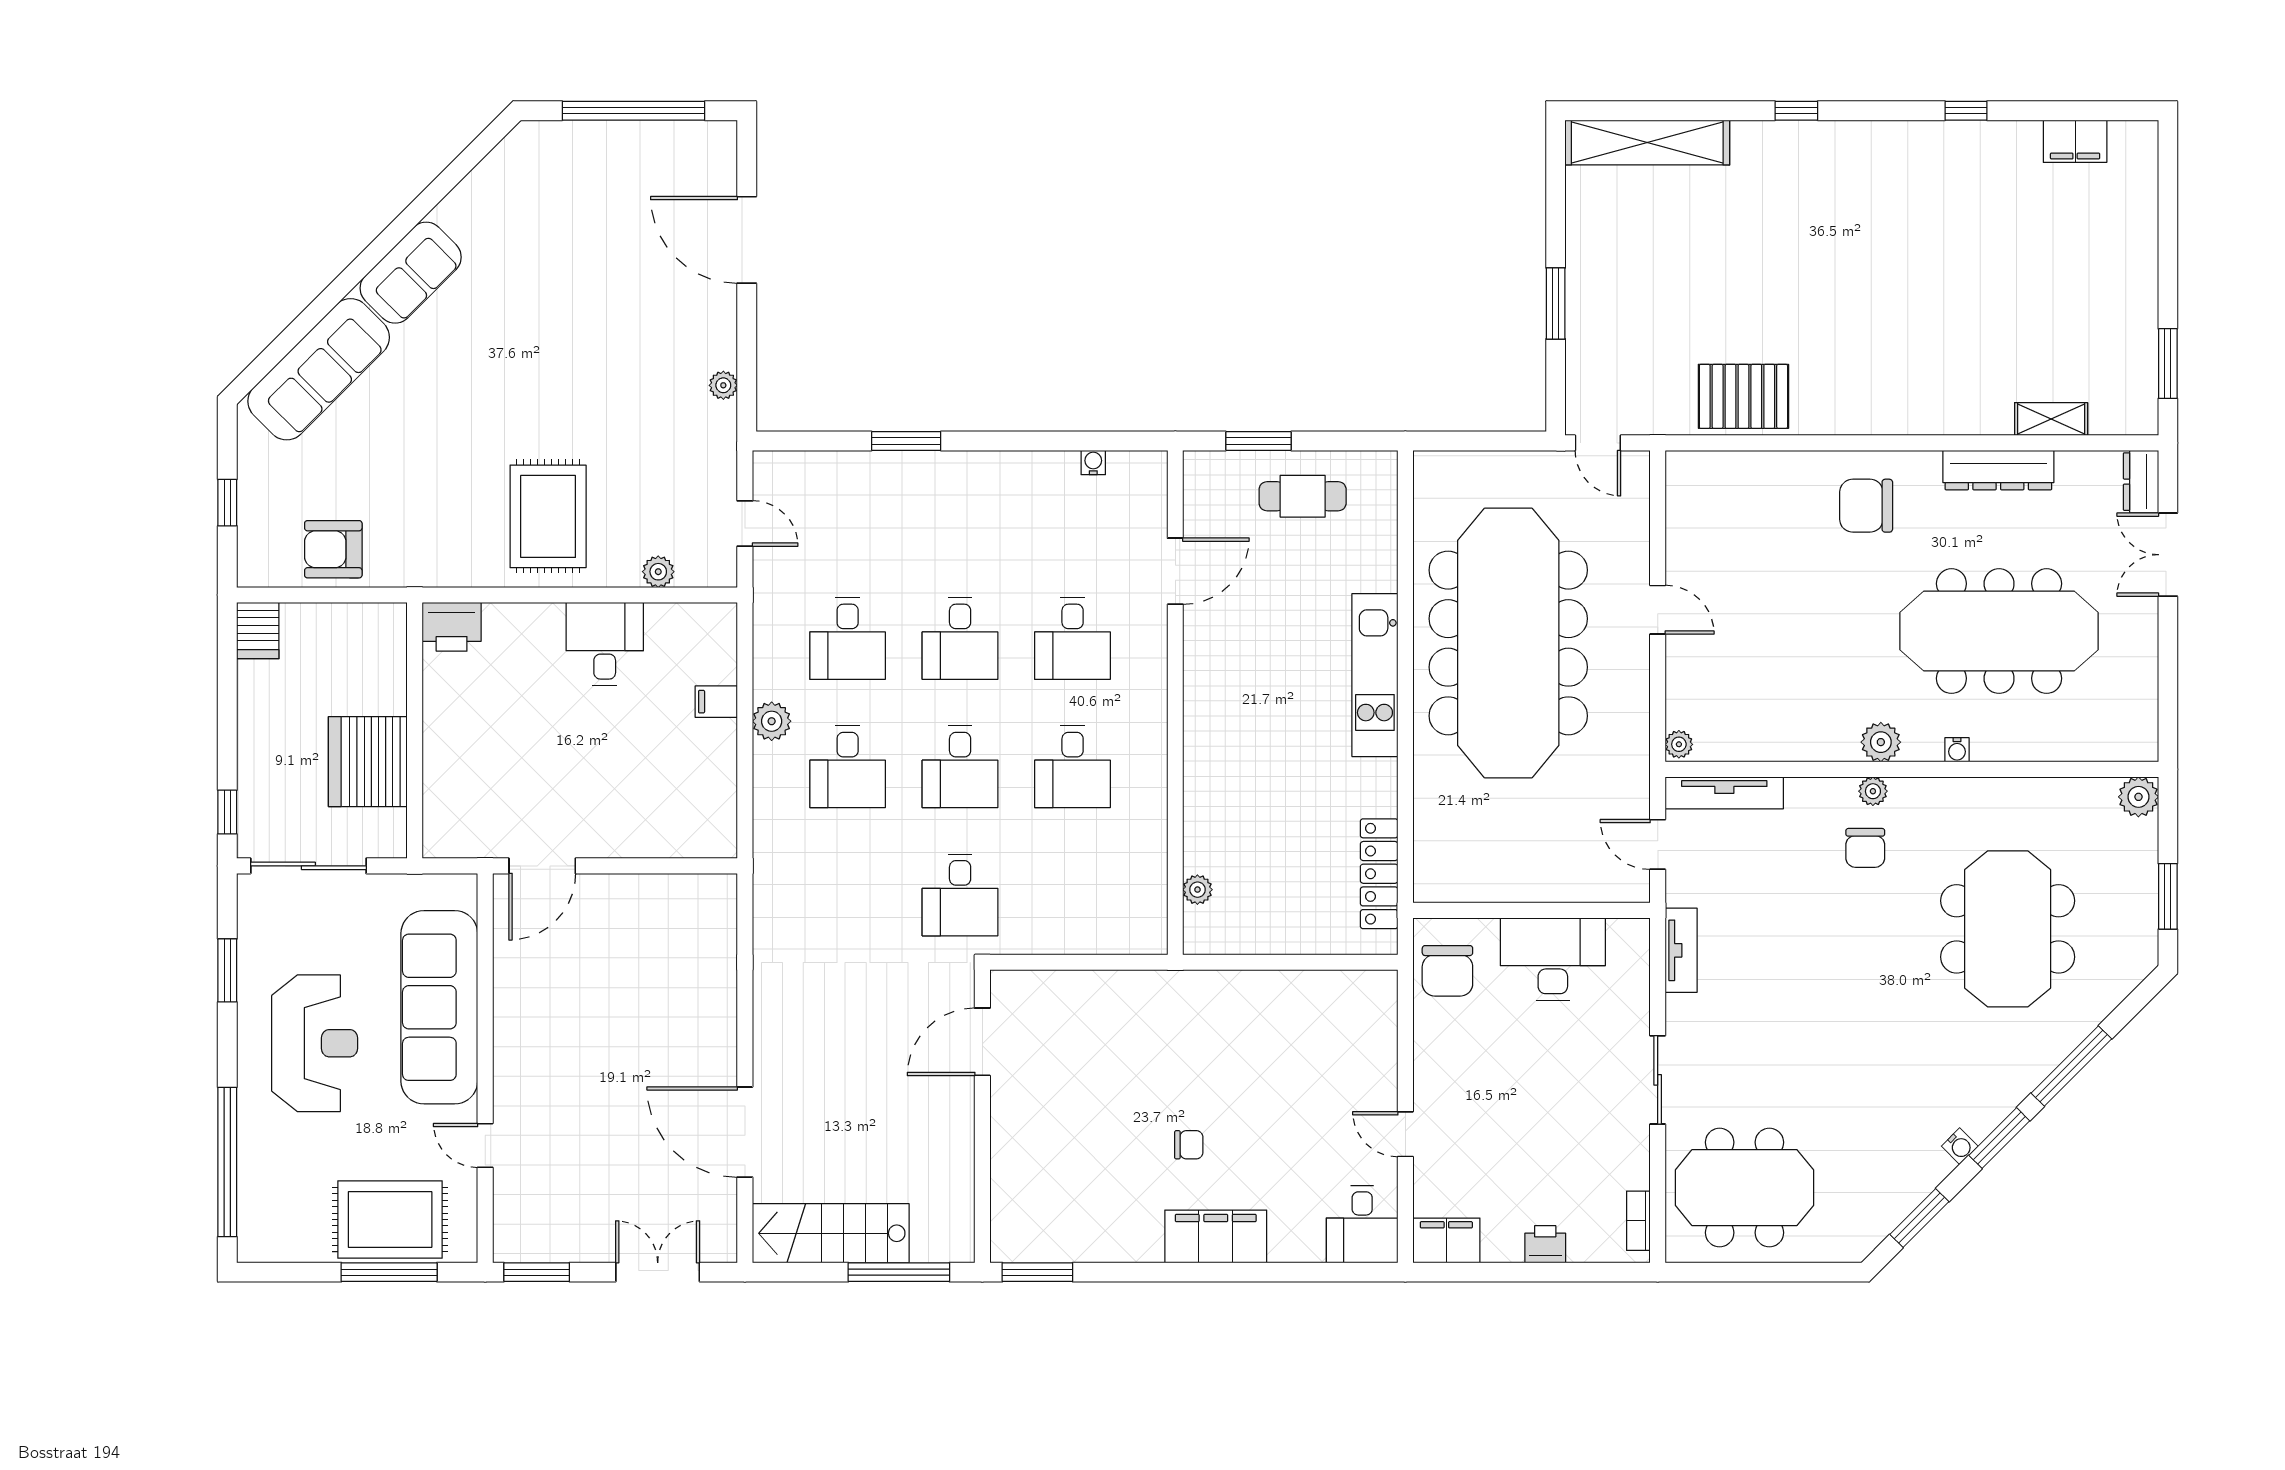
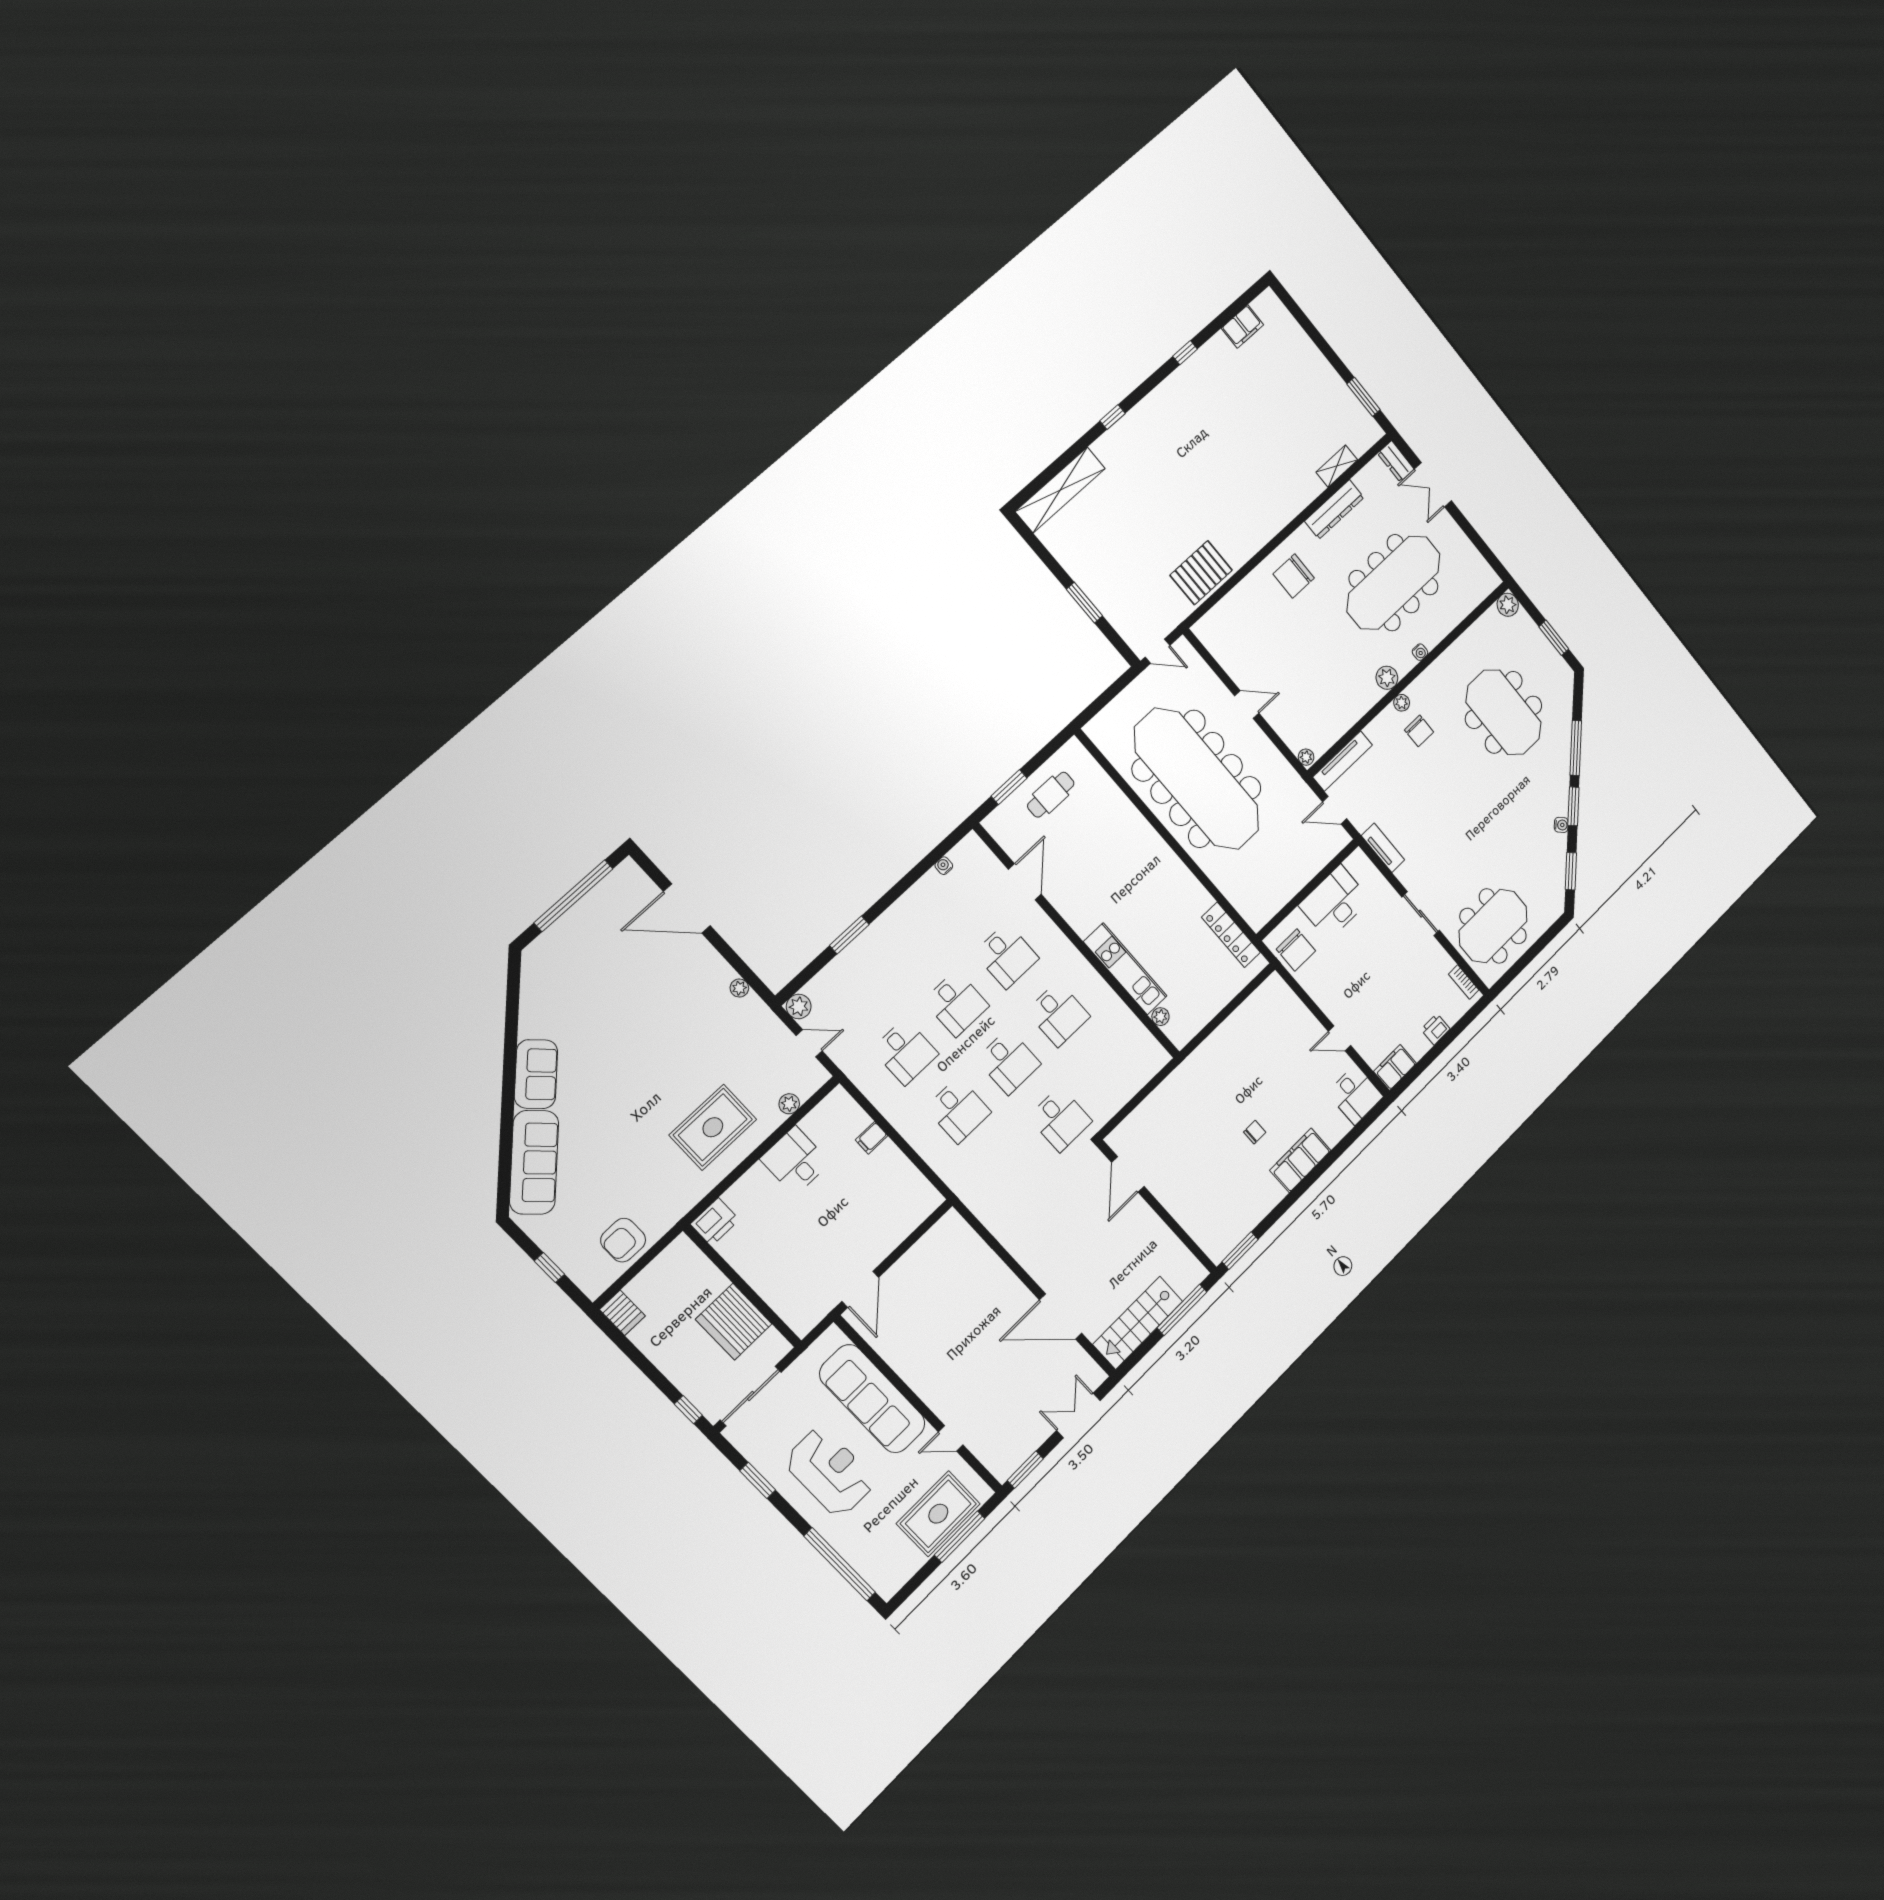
rug: (548, 516) -> (713, 1127), turned 90
kitchen unit: (1375, 675) -> (1125, 969), moved, turned 180
plant: (772, 721) -> (799, 1006), moved

